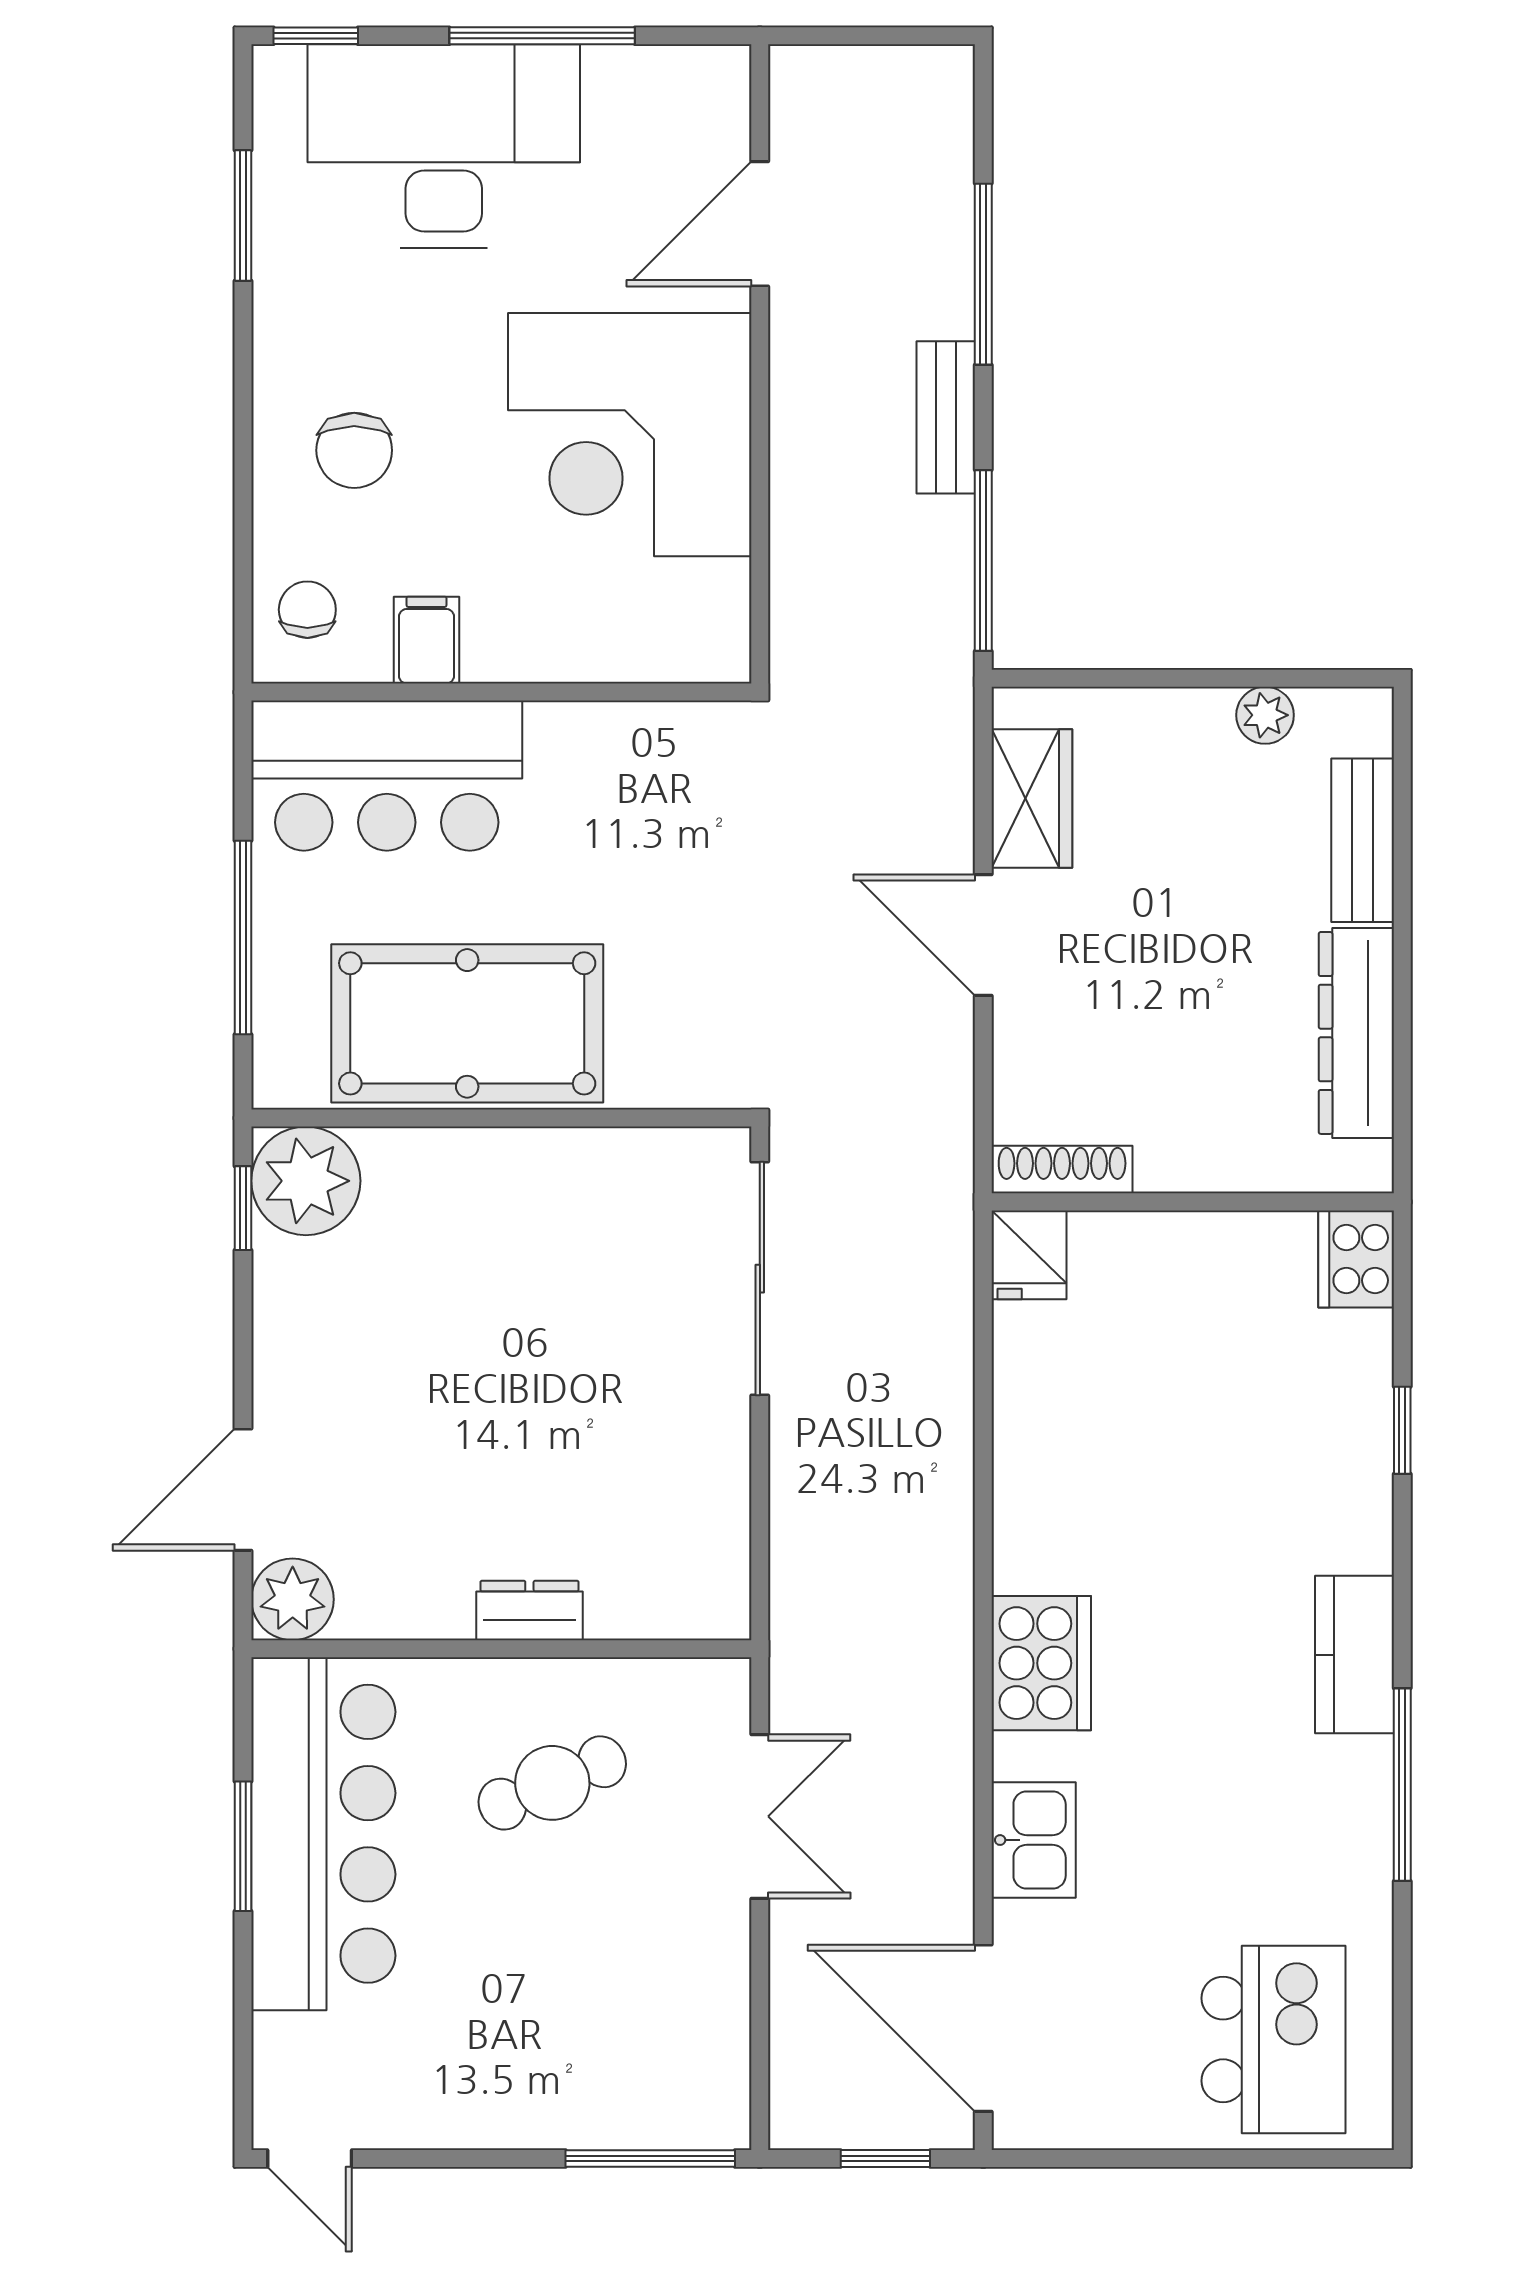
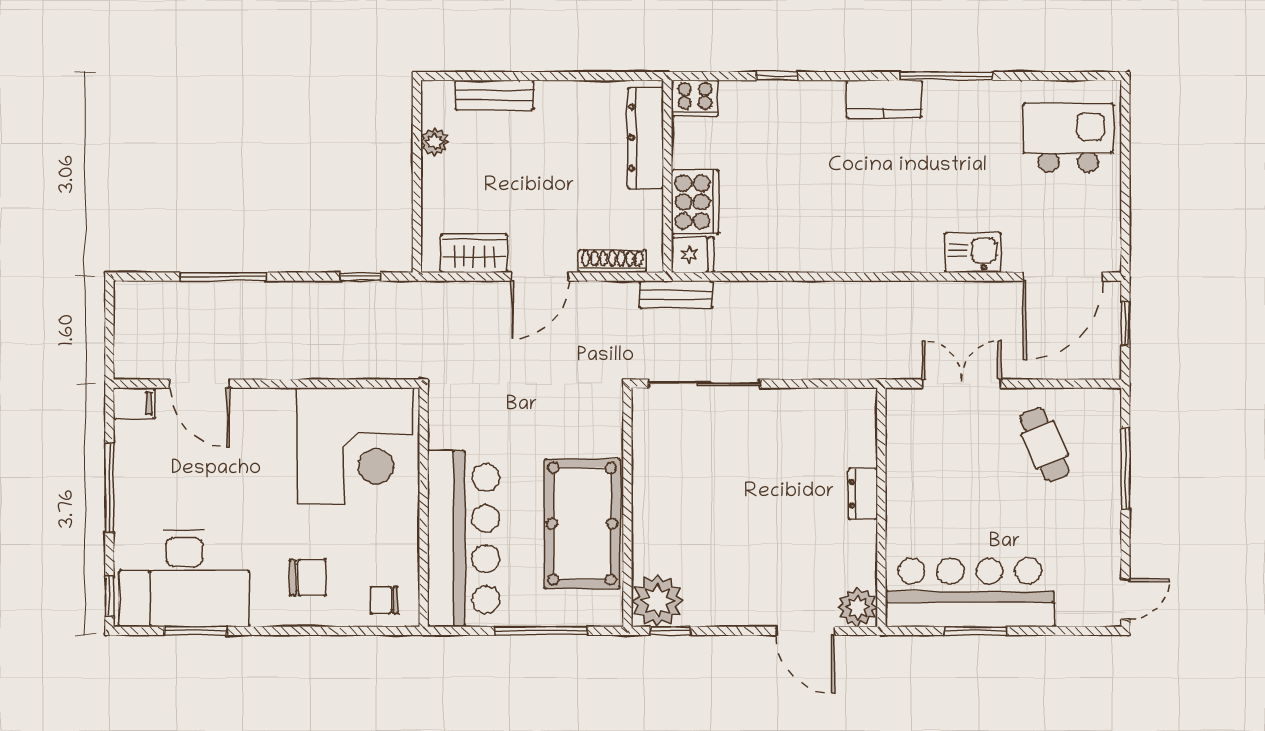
desk: (444, 146) -> (184, 578), moved, turned -90
bench: (946, 417) -> (676, 295), moved
corner desk: (630, 435) -> (355, 446), moved
window: (983, 561) -> (361, 277), width x0.46
filing cabinet: (426, 640) -> (134, 403), moved, turned 180
bar counter: (387, 776) -> (464, 539), width x1.36
dresser: (1356, 1033) -> (645, 138), moved, turned 90
shoe rack: (1062, 1170) -> (612, 261), moved, turned 90
cooker: (1041, 1663) -> (695, 202), moved, turned 90
cafe table: (552, 1783) -> (1045, 445), moved
window: (650, 2159) -> (1125, 469), moved

